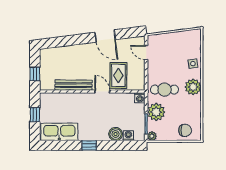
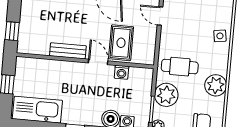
bench: (74, 85) -> (68, 51), width x0.73
plant: (193, 87) -> (216, 85), moved
washing machine: (140, 98) -> (122, 72), moved

